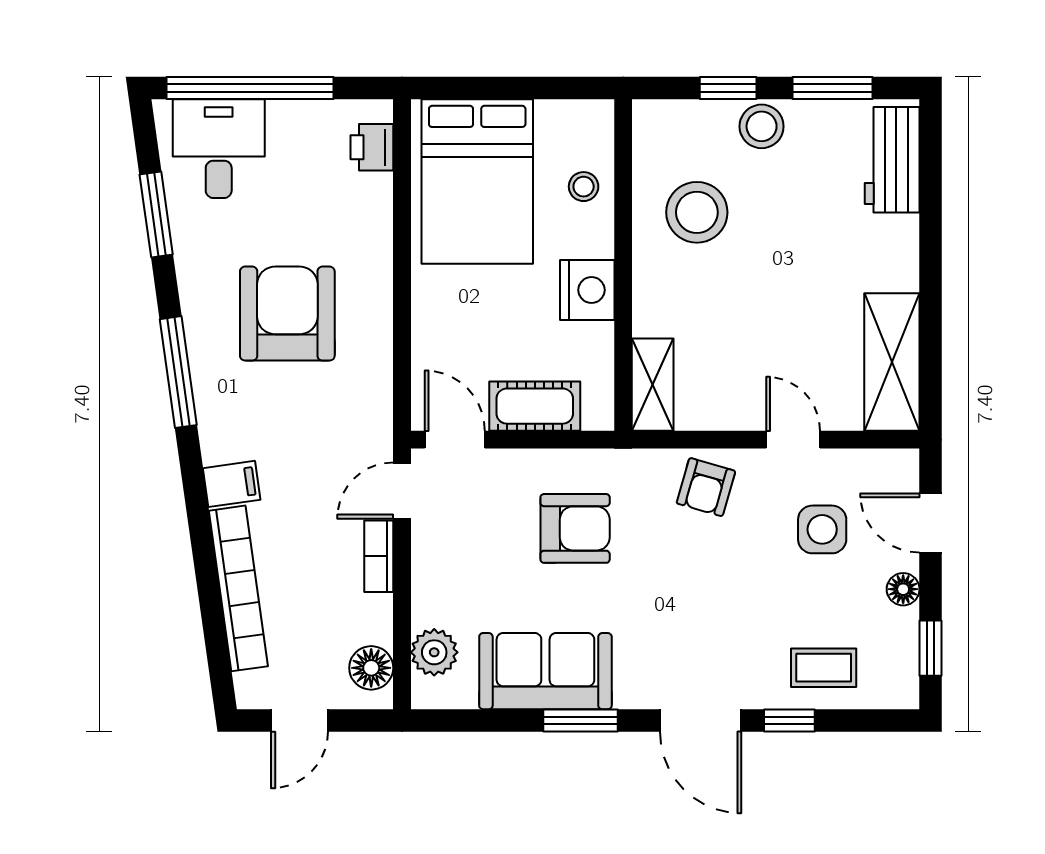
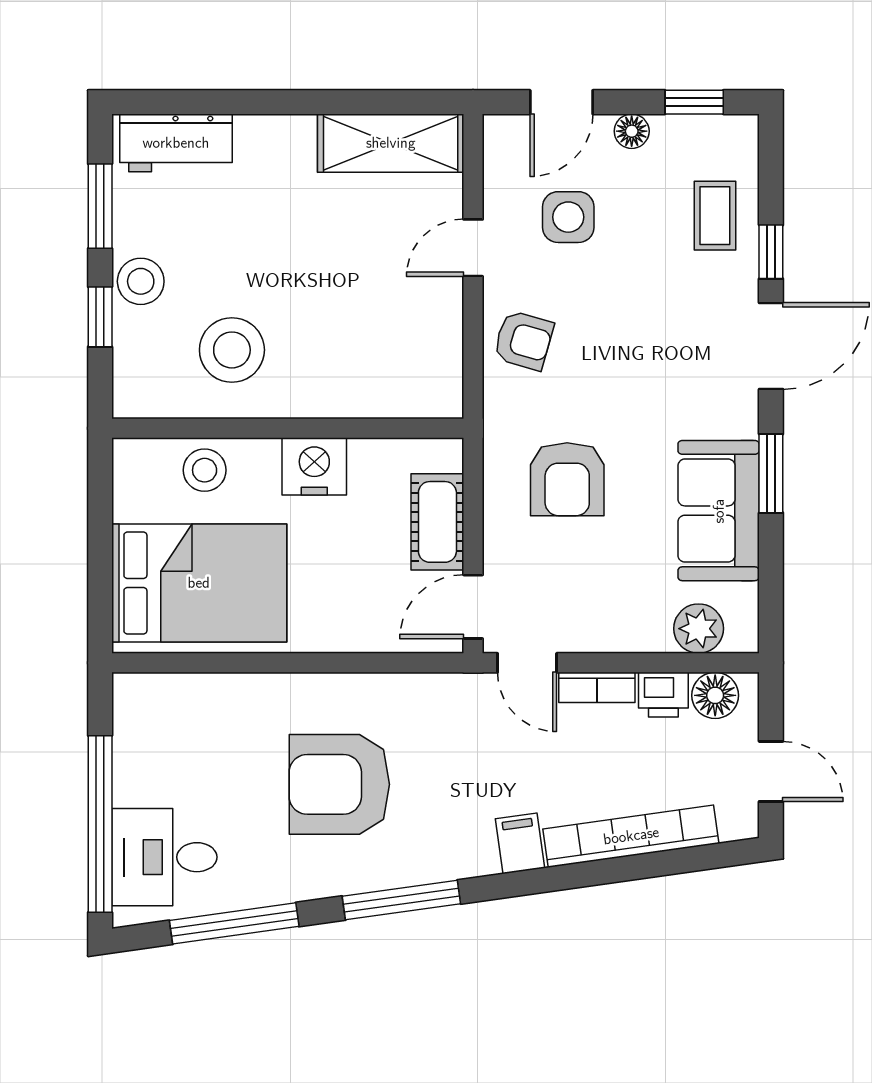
printer: (372, 147) -> (663, 695), moved
stool: (584, 187) -> (205, 470), width x1.37, depth x1.37
window: (156, 214) -> (234, 923), width x1.44
shelving: (653, 385) -> (415, 397), removed
armchair: (575, 528) -> (567, 479), turned 180

